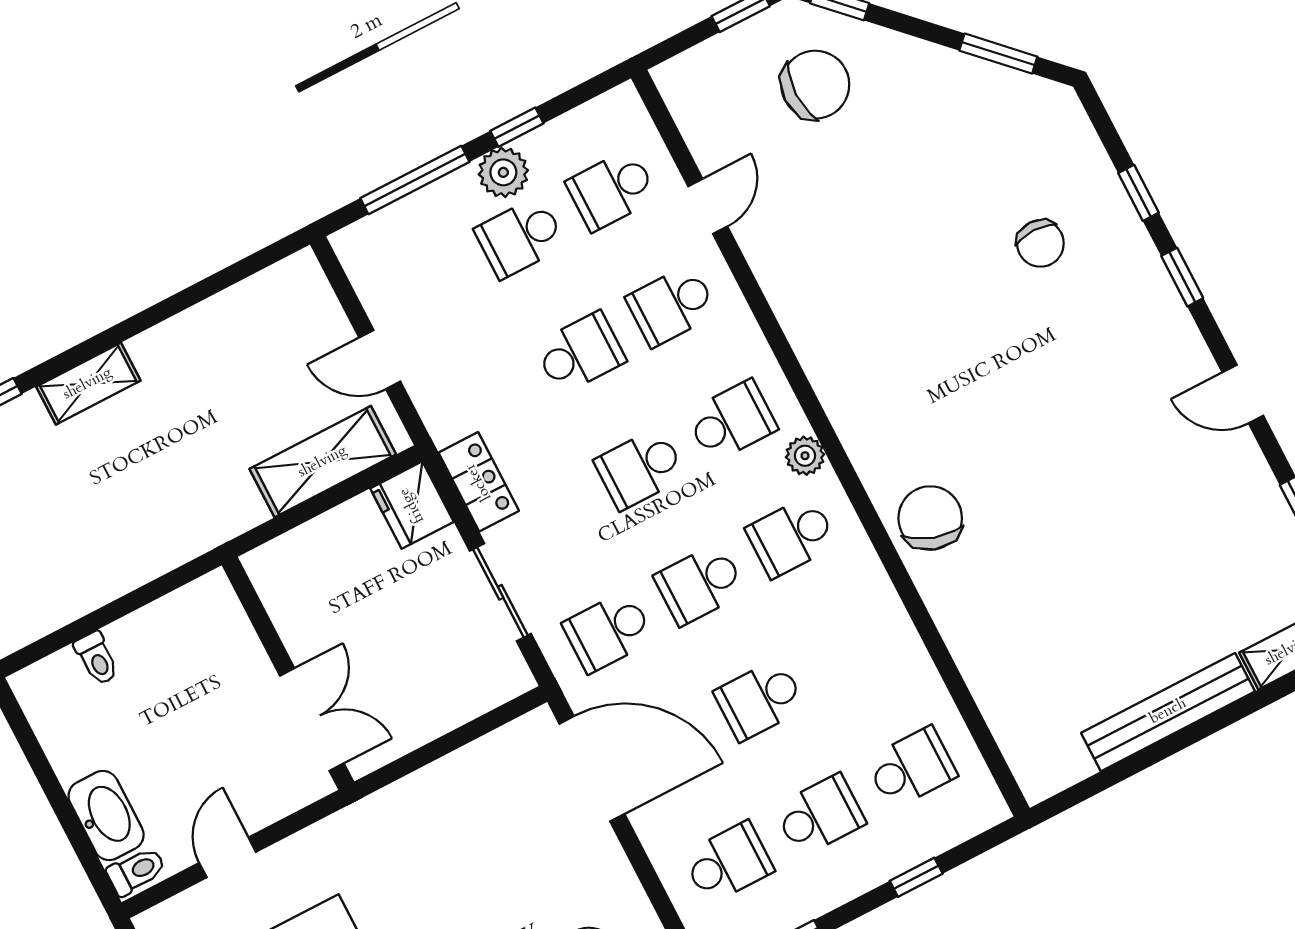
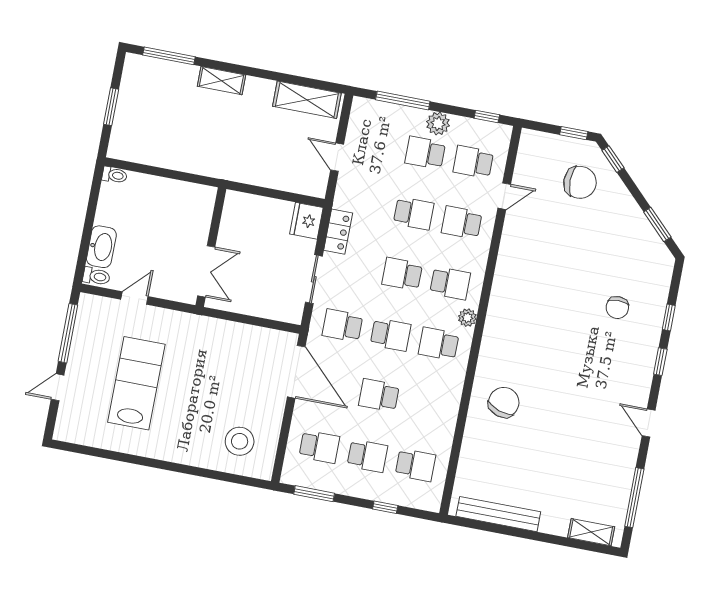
window: (517, 127) -> (487, 117), moved
shelving: (323, 462) -> (307, 100), moved
chair: (930, 518) -> (504, 402), moved
school desk: (700, 584) -> (391, 335), turned 180
toilet: (97, 658) -> (115, 175), moved, turned -90
bench: (1168, 712) -> (498, 514), moved

